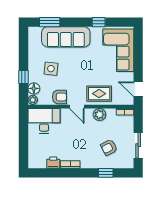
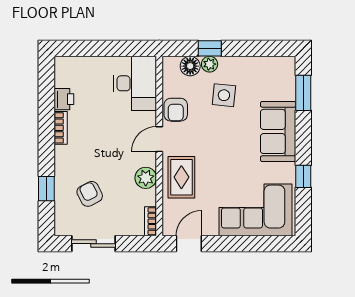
sofa: (66, 37) -> (278, 131), width x0.73
plant: (33, 100) -> (210, 64), moved

